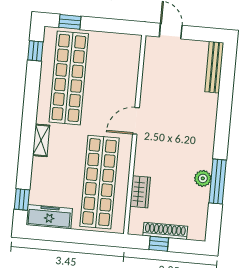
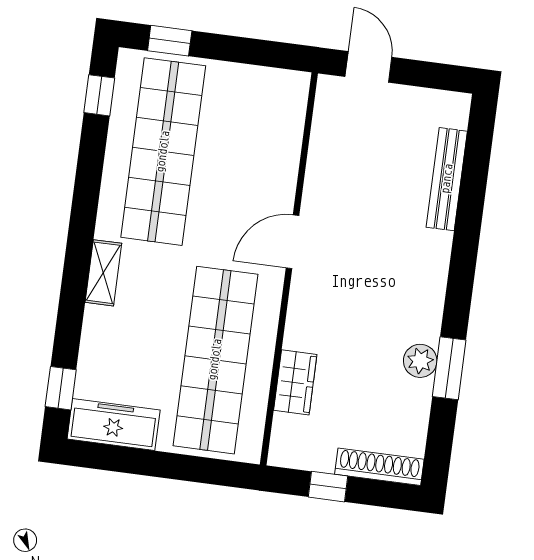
bench: (214, 67) -> (447, 179), moved
window: (218, 182) -> (449, 368), width x0.69
shoe rack: (165, 231) -> (379, 467), moved

